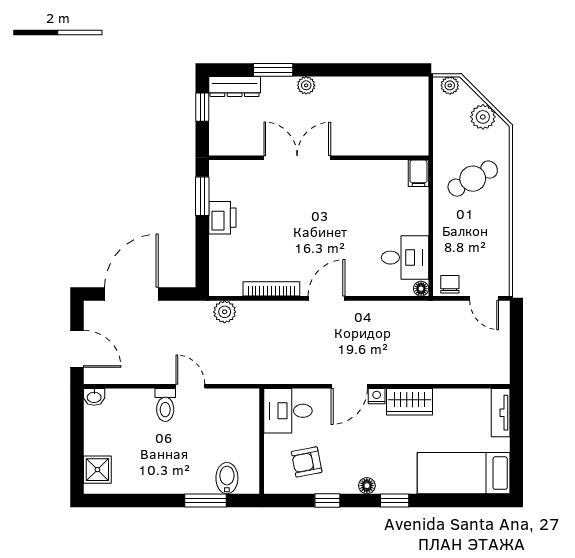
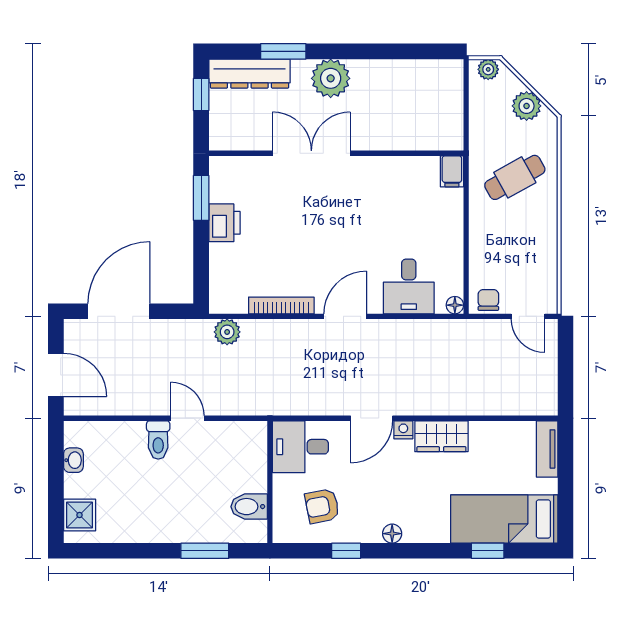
plant: (306, 85) -> (331, 78), width x1.88, depth x1.88
dresser: (235, 87) -> (249, 74), width x1.37, depth x1.24
desk: (405, 258) -> (409, 286), moved, turned 90
washbasin: (94, 397) -> (73, 460), moved, turned -90
bidet: (227, 478) -> (249, 507), moved, turned -90
window: (395, 500) -> (488, 551), moved

